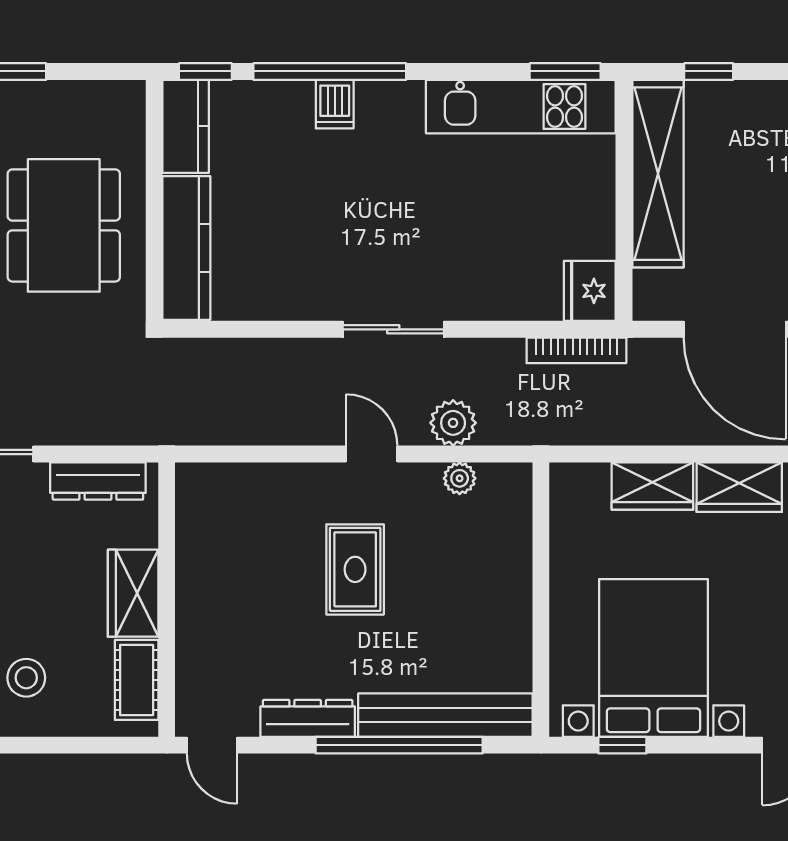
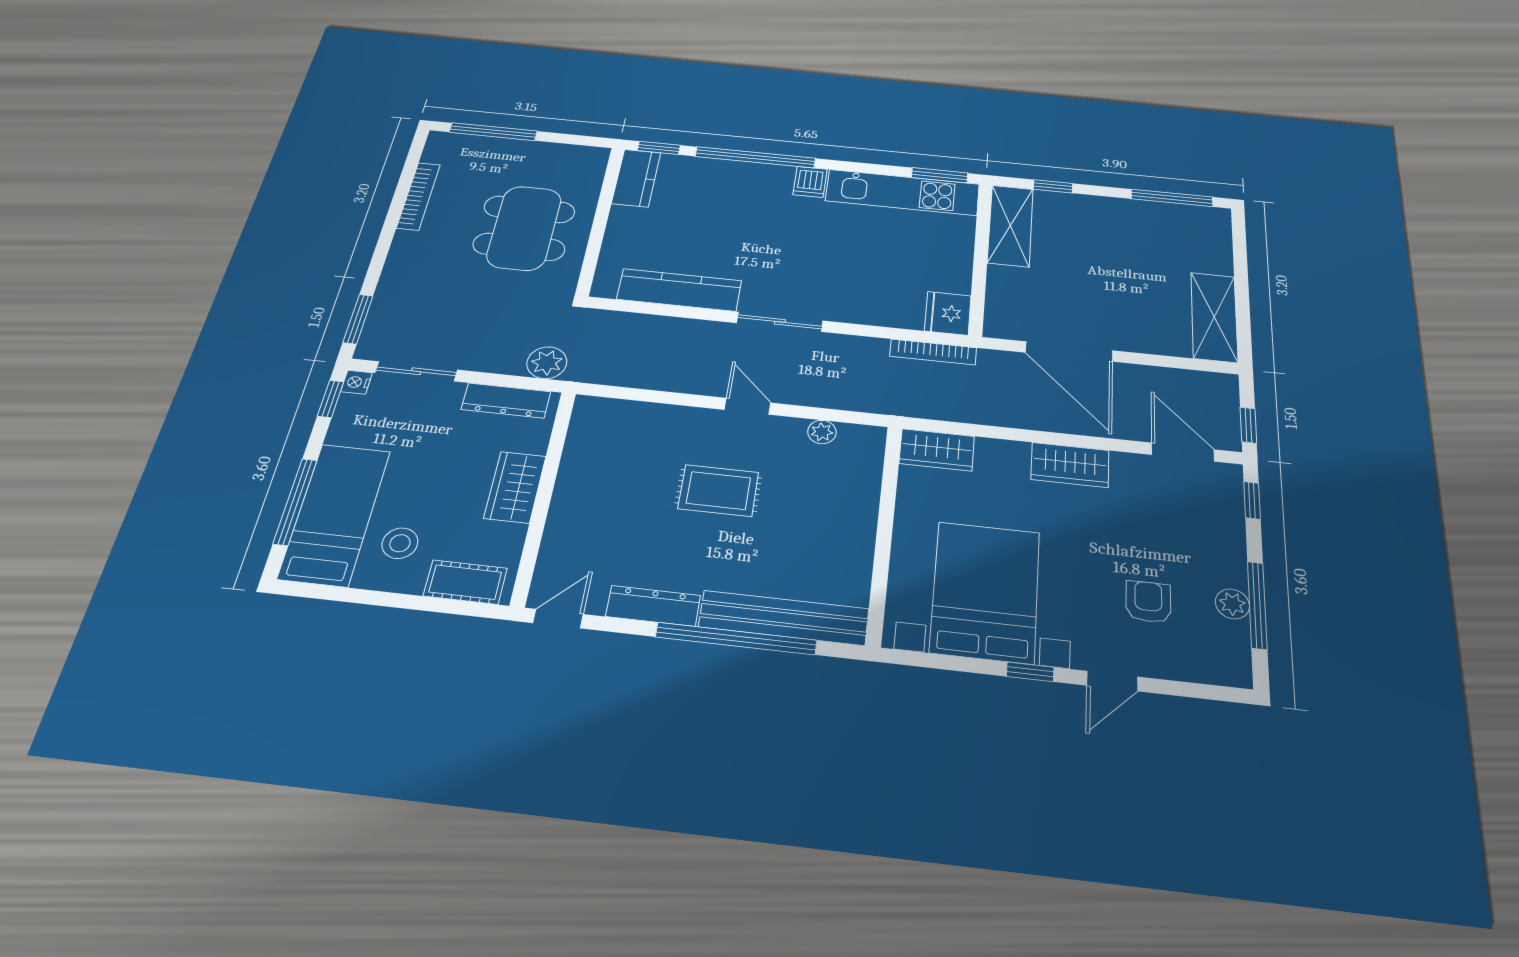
dishwasher: (335, 104) -> (810, 182), moved
shelving: (658, 174) -> (1010, 226), width x0.68
kitchen counter: (186, 248) -> (679, 290), moved, turned -90
plant: (453, 423) -> (547, 363), moved
wardrobe: (652, 486) -> (937, 450), moved
rug: (355, 569) -> (718, 491), turned 90
cot: (137, 680) -> (465, 582), moved, turned 90
door: (212, 745) -> (558, 619), swing flipped
window: (622, 745) -> (1030, 672), moved

